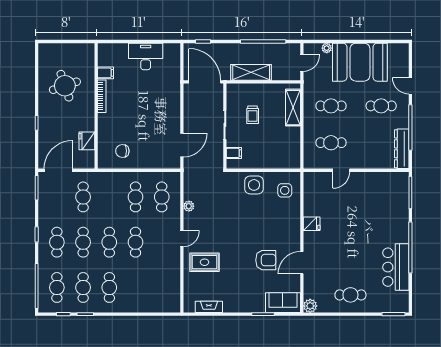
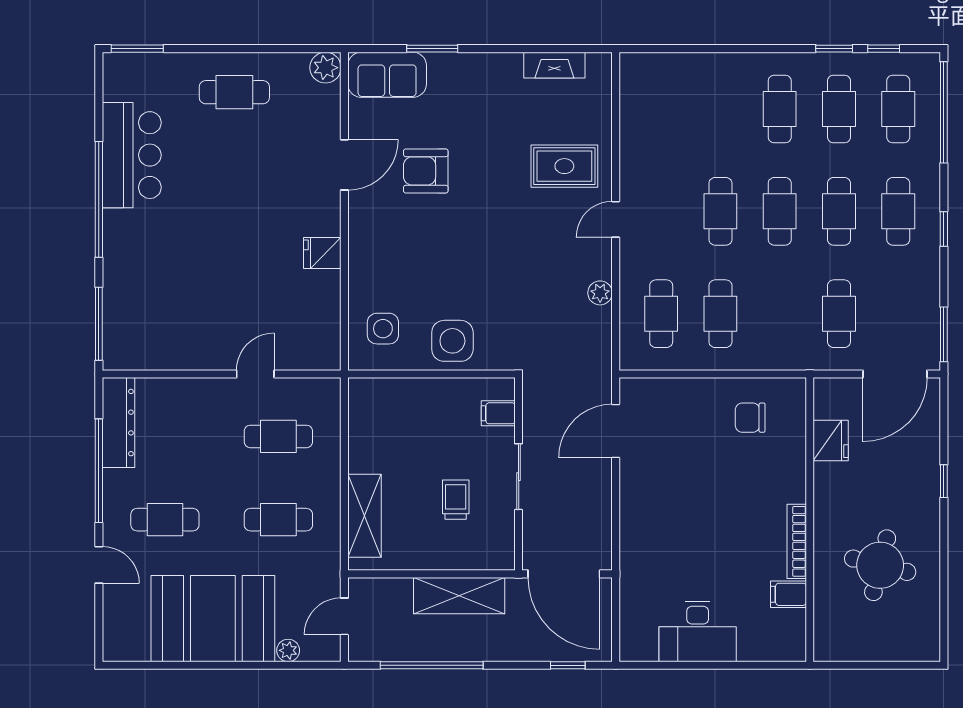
round table: (65, 86) -> (880, 565), turned 33
chair: (122, 151) -> (750, 418), turned 180

